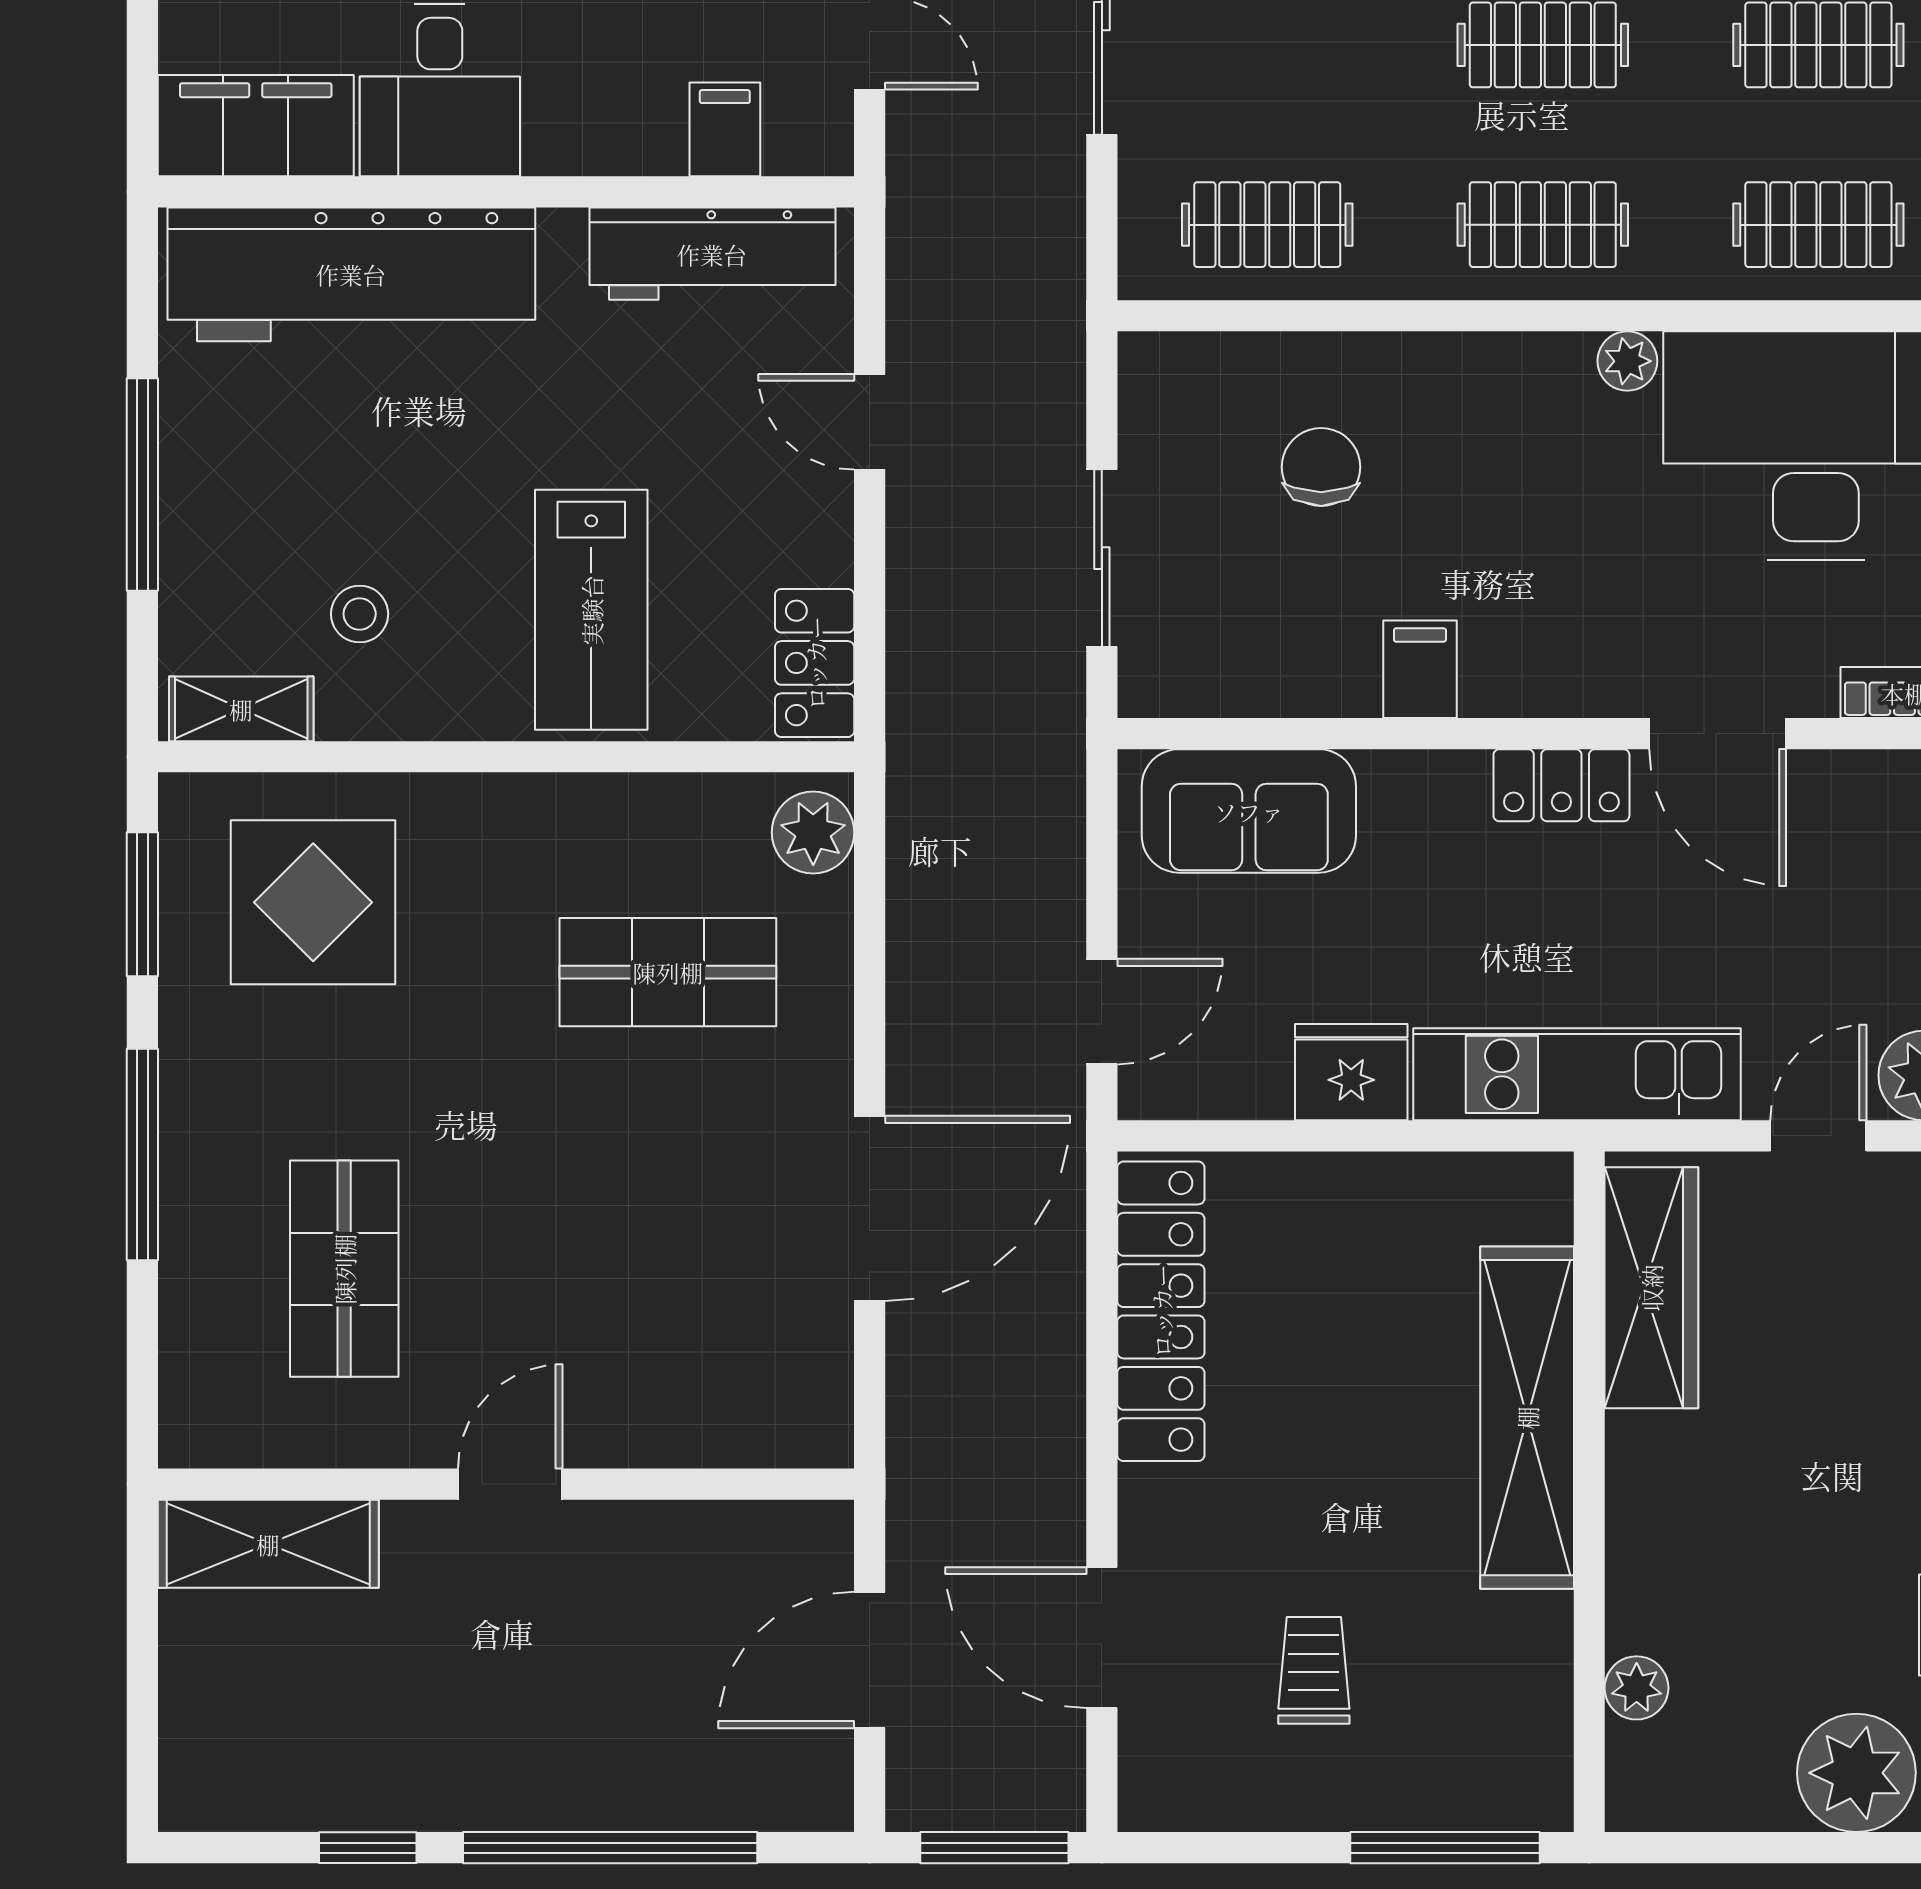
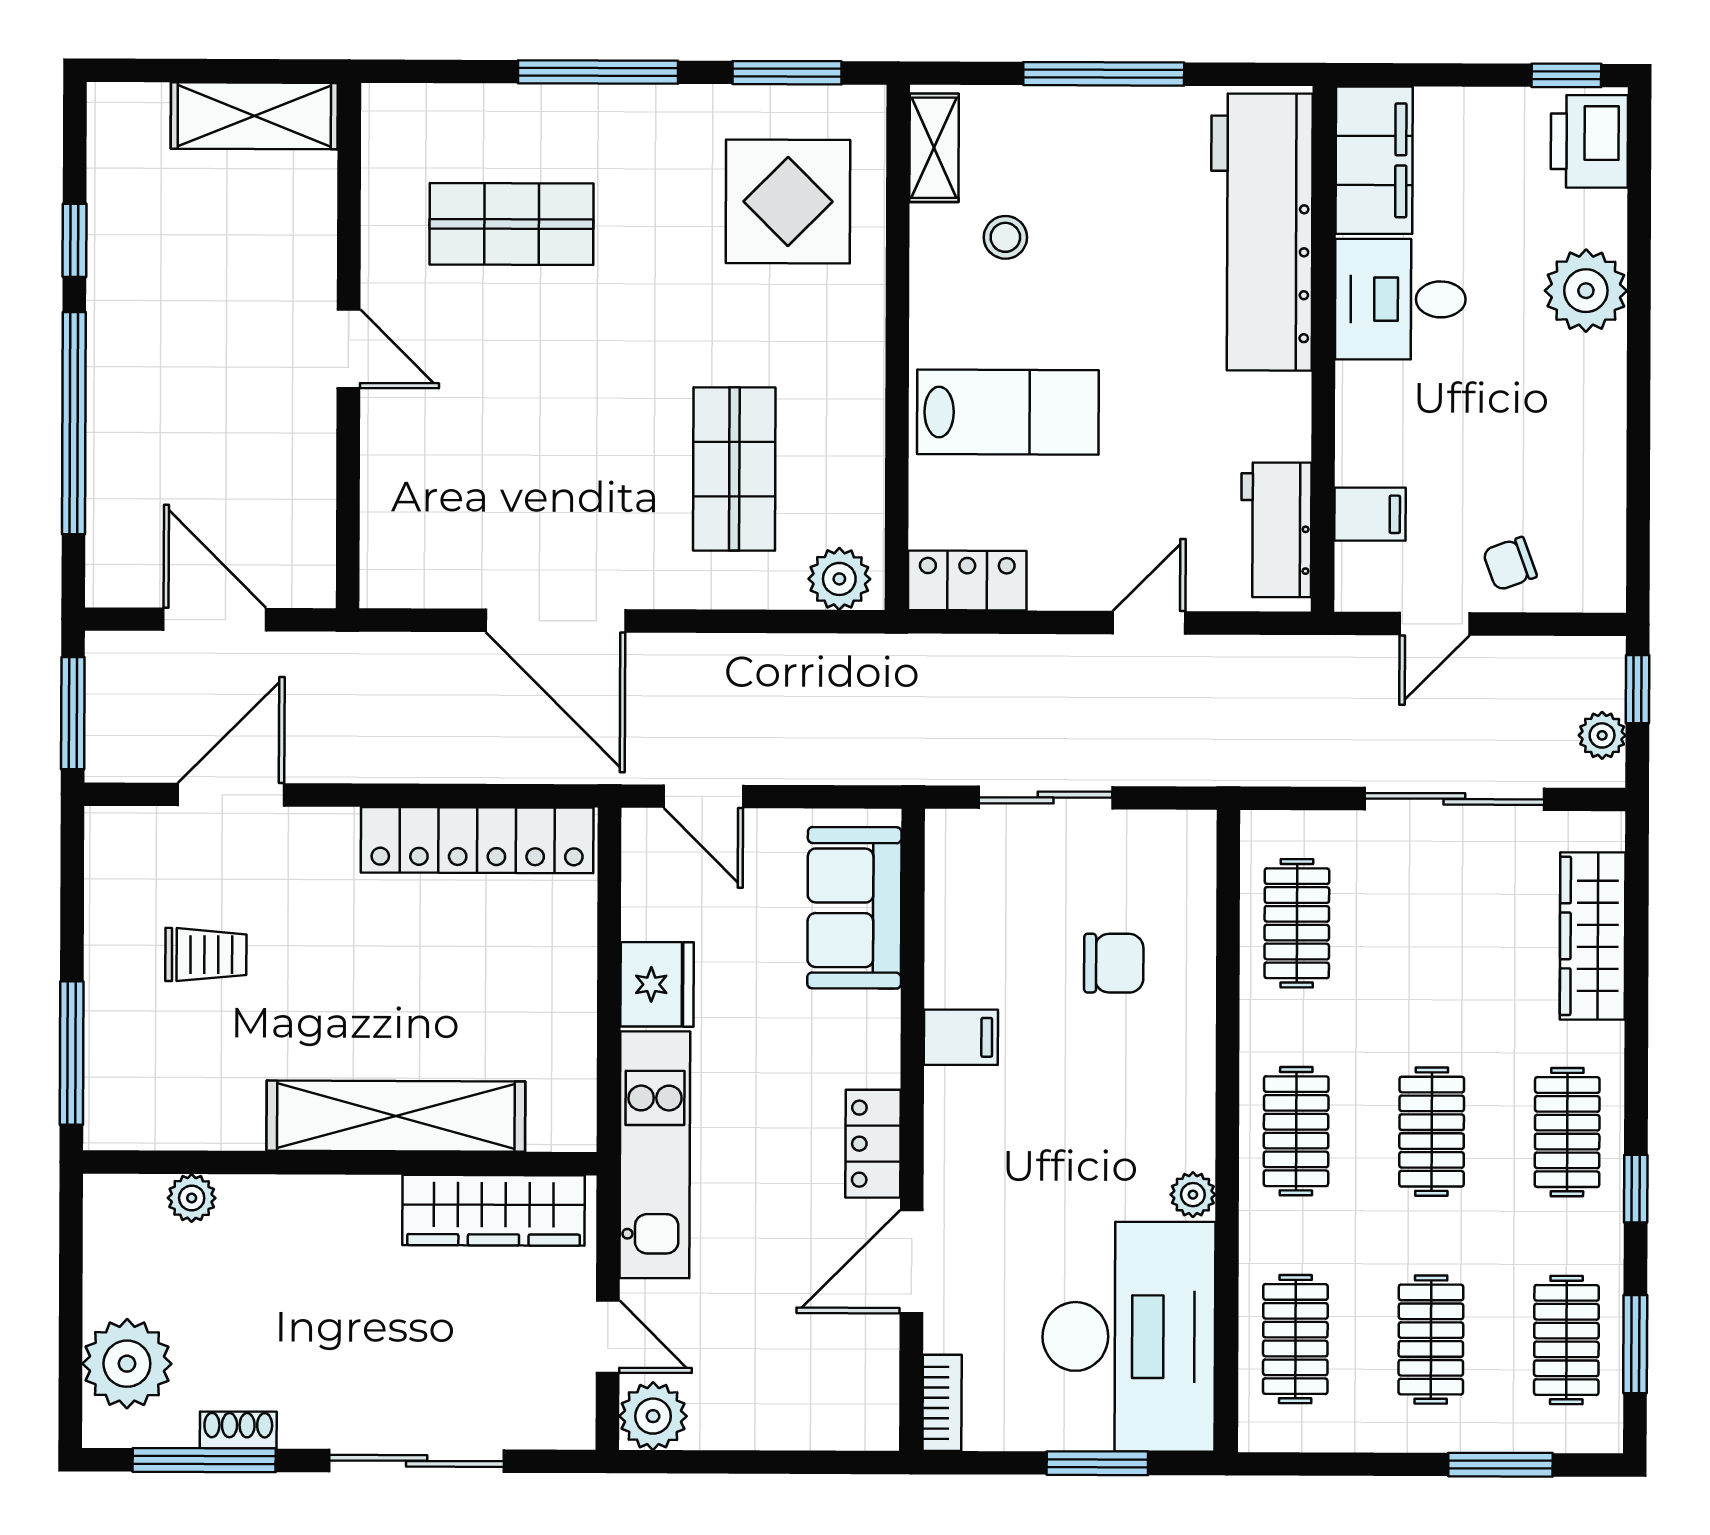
workbench: (712, 254) -> (1276, 530), width x0.73
lab bench: (591, 610) -> (1008, 412), turned 180
shelving: (268, 1544) -> (254, 116), moved, turned 90

